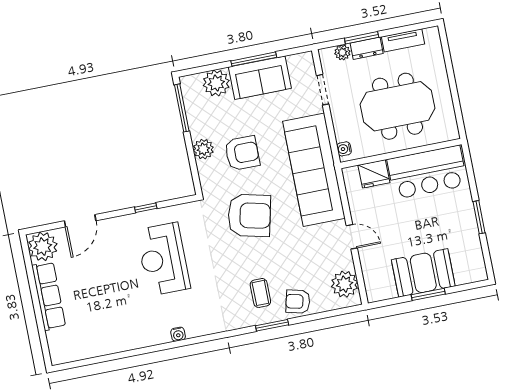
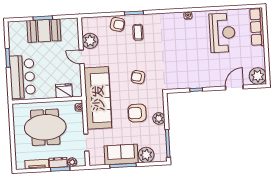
bar counter: (427, 172) -> (22, 77), moved, turned 90
armchair: (249, 215) -> (138, 77), width x0.53, depth x0.53
reception desk: (163, 259) -> (222, 33), moved
plant: (345, 284) -> (90, 41), moved
row of seats: (49, 296) -> (257, 27), moved

